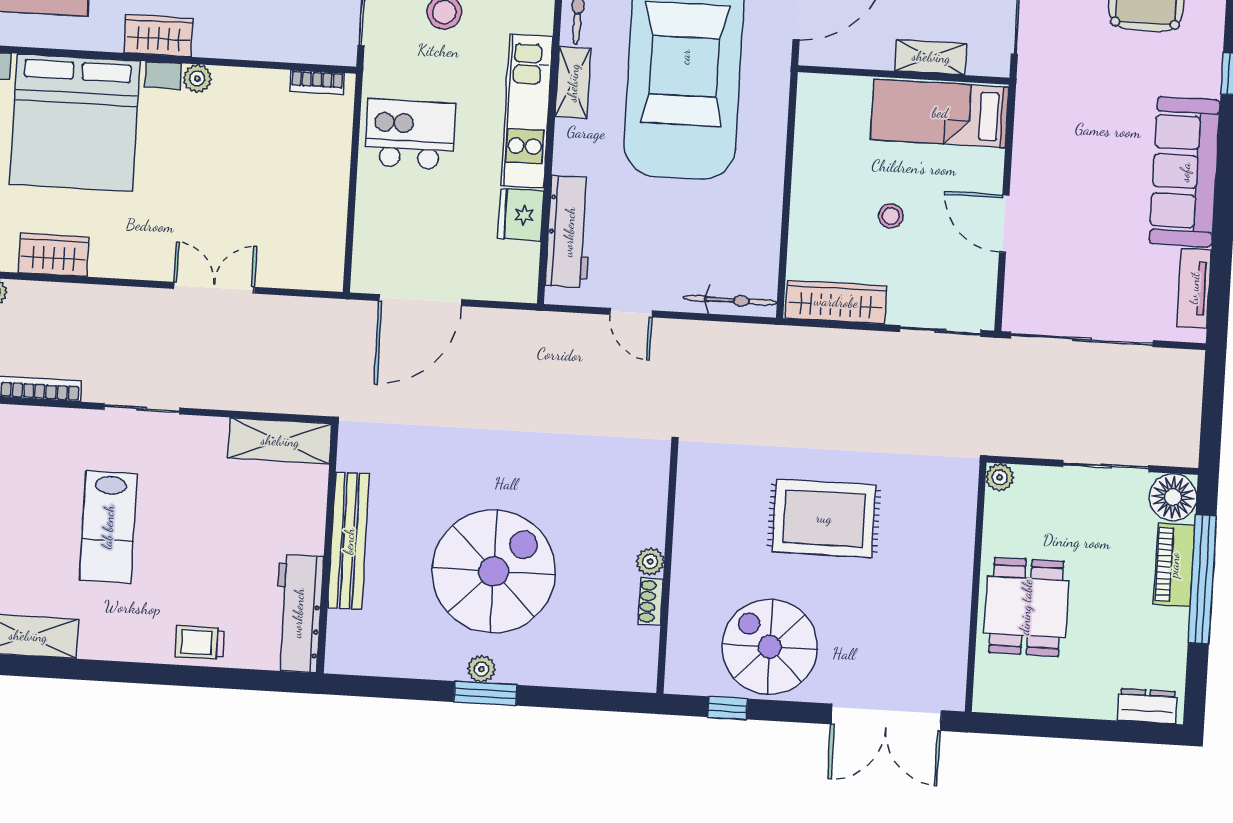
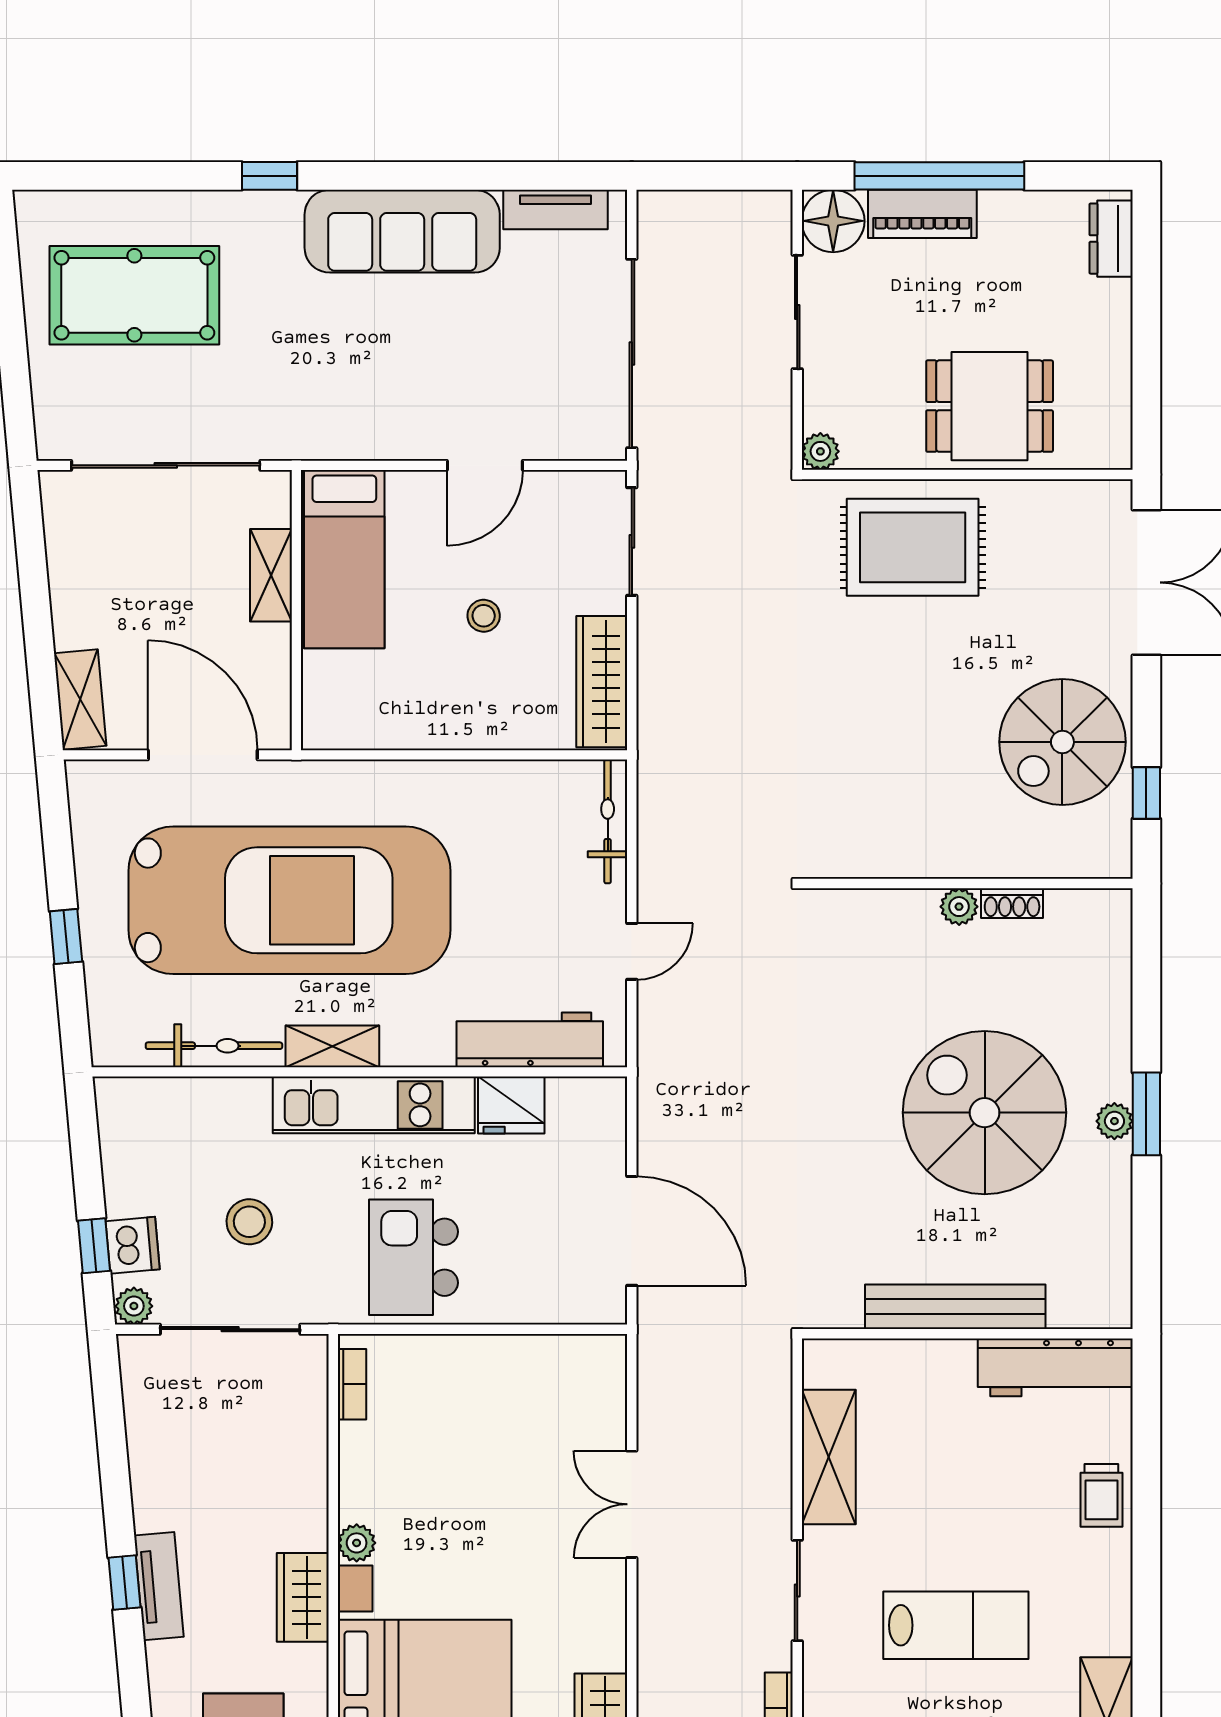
shelving: (280, 441) -> (829, 1457), moved
rug: (824, 518) -> (913, 547), moved, turned 90

